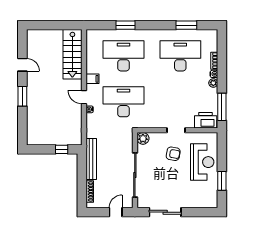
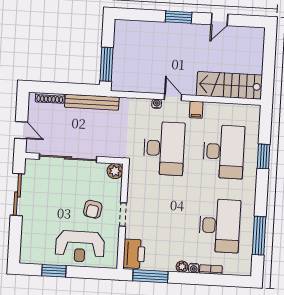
window: (186, 25) -> (259, 236), width x1.44
door: (84, 97) -> (173, 97), hinge flipped
window: (62, 149) -> (106, 64), width x2.17

